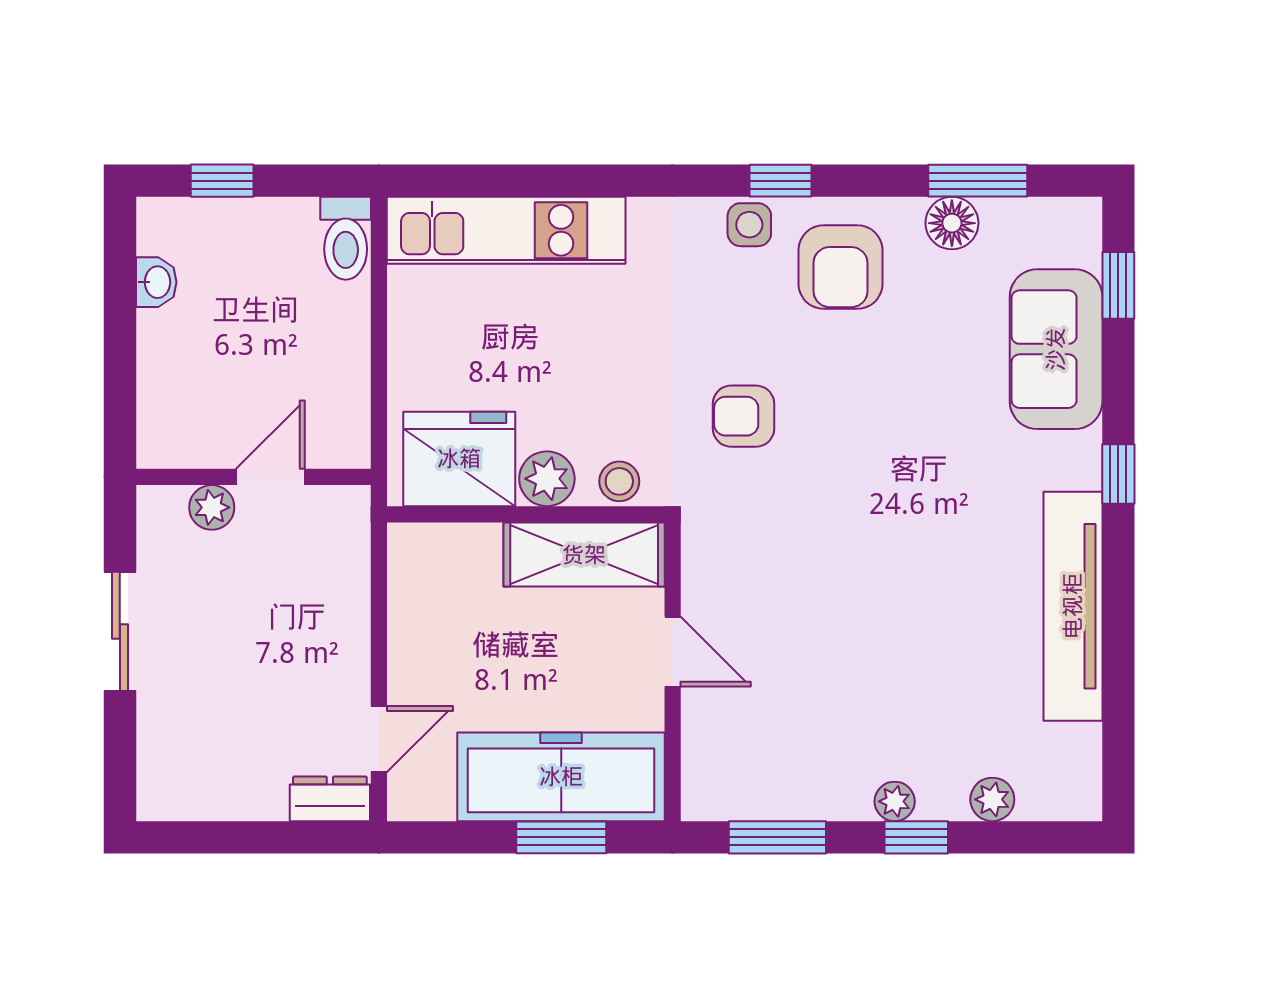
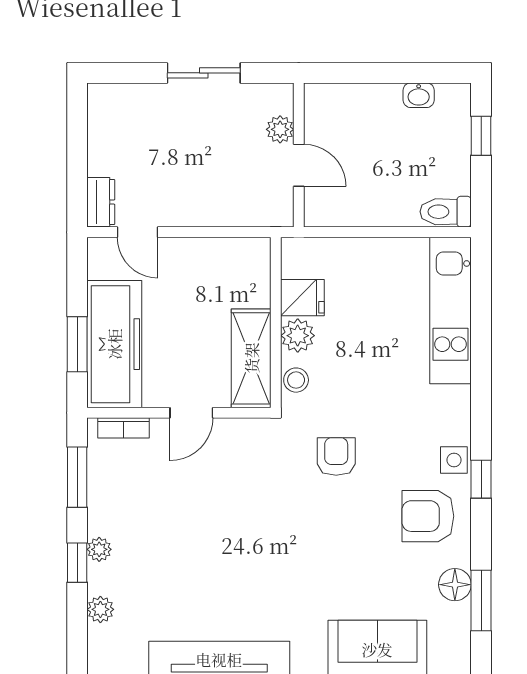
fridge: (459, 459) -> (302, 298), width x0.53, depth x0.75
bookcase: (697, 762) -> (124, 428), added

